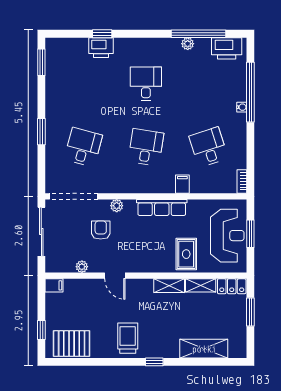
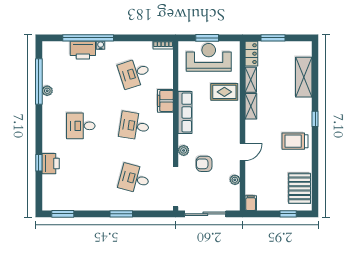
printer: (227, 48) -> (83, 50), moved, turned 90
filing cabinet: (182, 184) -> (165, 101), width x2.00

